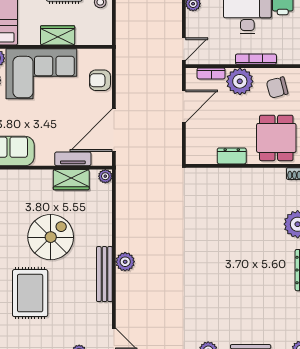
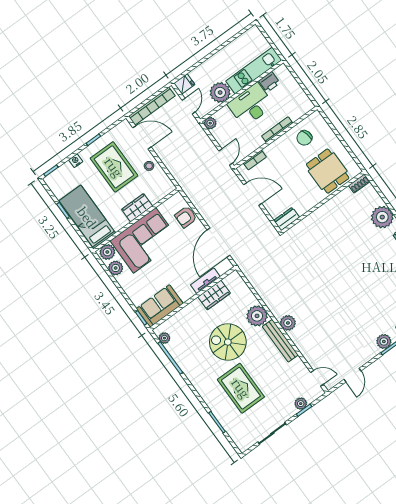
plant: (240, 81) -> (277, 152), removed
door: (184, 106) -> (253, 194), hinge flipped
dresser: (232, 156) -> (287, 219), moved
plant: (105, 176) -> (257, 316), moved, width x1.87, depth x1.87
spiral stairs: (51, 237) -> (228, 342), turned -90

